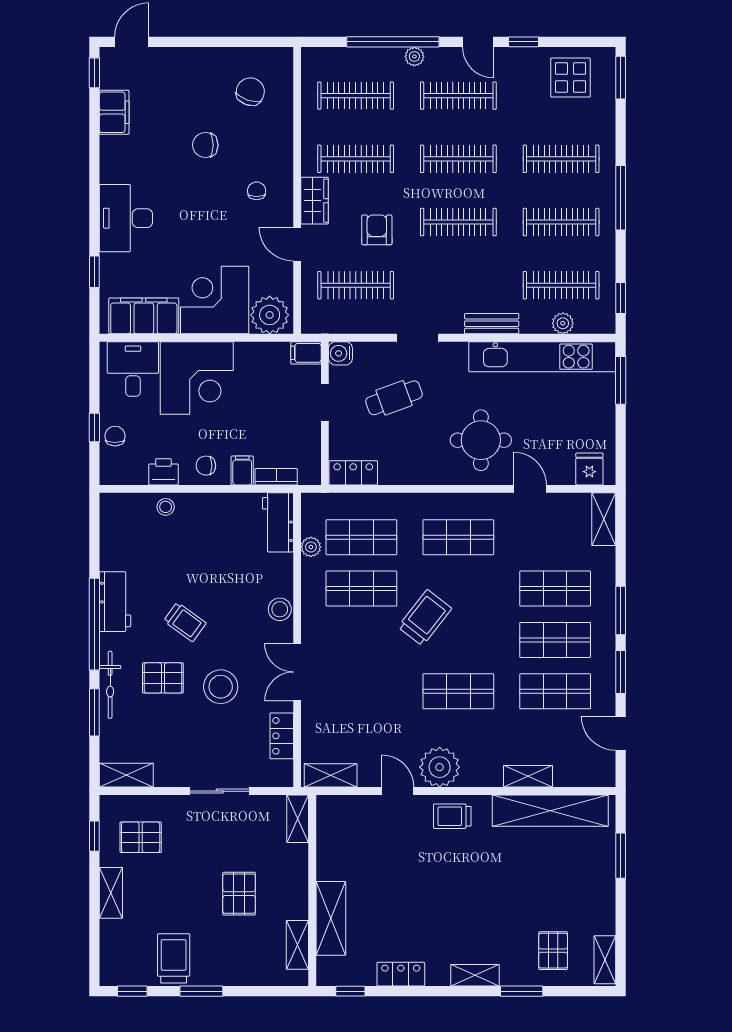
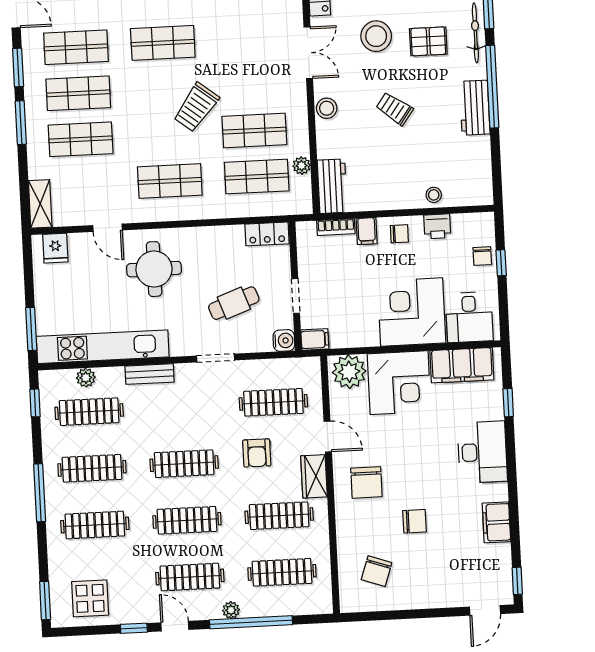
filing cabinet: (114, 112) -> (496, 522), moved
chair: (257, 191) -> (366, 482), width x1.87, depth x1.87
trolley: (185, 622) -> (395, 109), moved

